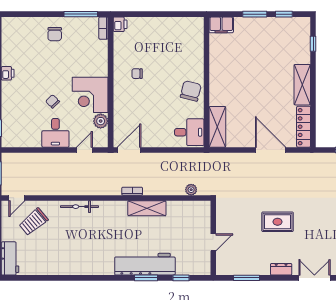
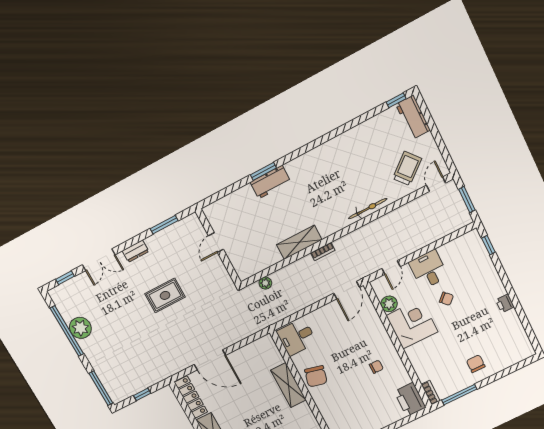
printer: (120, 24) -> (410, 400), width x1.87, depth x1.48
shelving: (217, 127) -> (288, 385), moved
workbench: (145, 264) -> (270, 182), width x0.53, depth x0.76
window: (181, 278) -> (396, 100), moved

